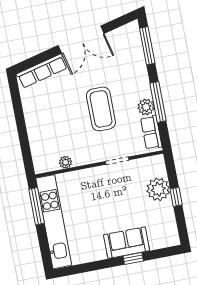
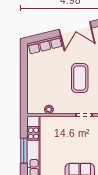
window: (37, 206) -> (24, 151), moved

